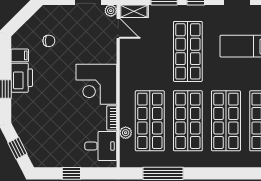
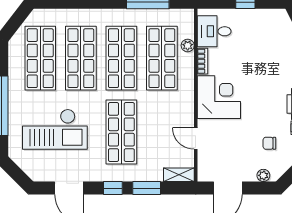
plant: (111, 11) -> (263, 175), moved
door: (118, 28) -> (196, 138), moved

